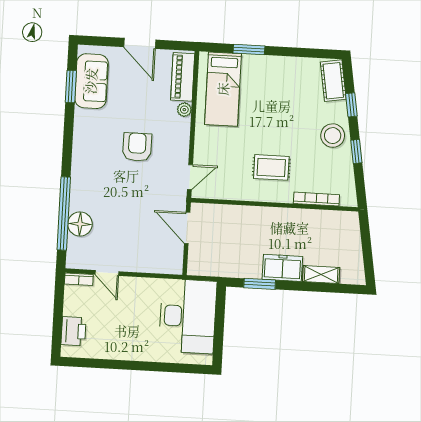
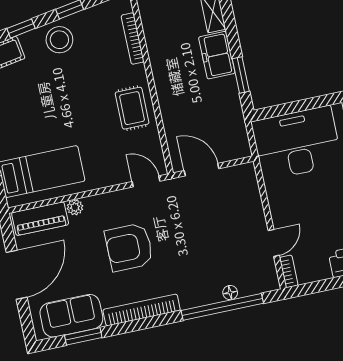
door: (140, 43) -> (17, 275), width x1.36
bookcase: (80, 143) -> (142, 310), added
armchair: (137, 147) -> (129, 247), width x1.36, depth x1.36
rug: (271, 167) -> (132, 108), moved
floor lamp: (80, 224) -> (230, 293), width x0.53, depth x0.53
door: (187, 228) -> (202, 170), swing flipped

